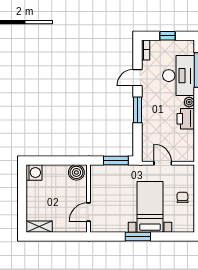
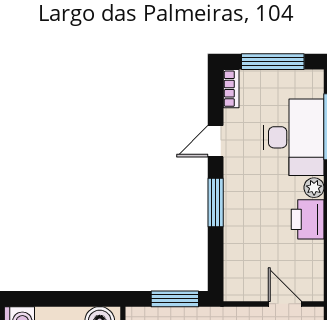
window: (167, 36) -> (273, 62), width x2.17
door: (163, 163) -> (285, 304), moved

